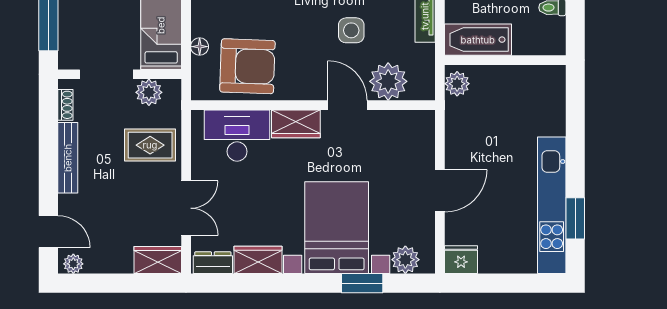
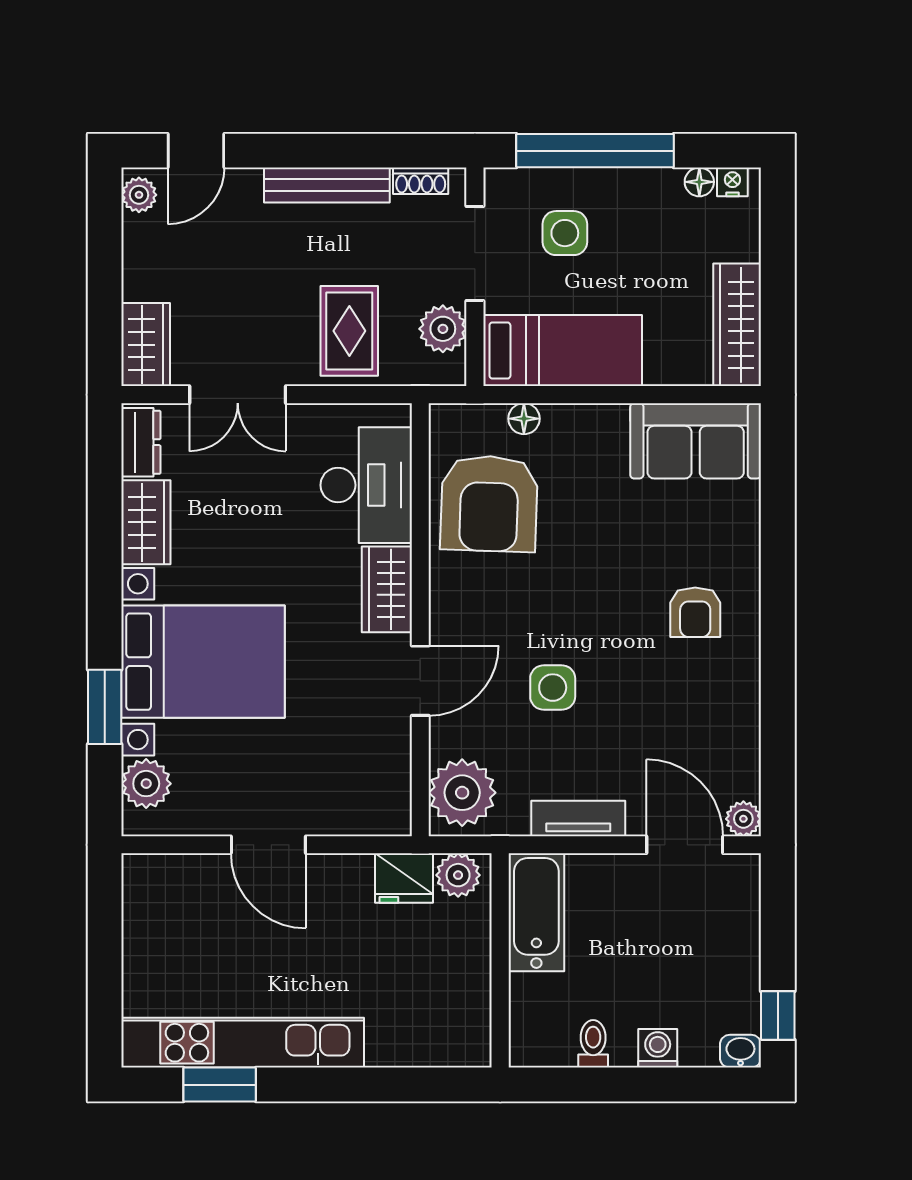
side table: (95, 23) -> (565, 233), added
plant: (388, 81) -> (462, 793), moved
fridge: (461, 260) -> (404, 878), moved, turned 90

